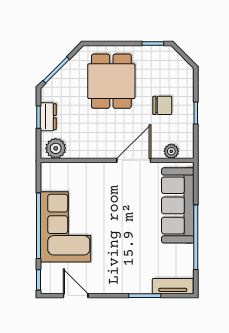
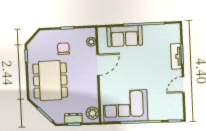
dining table: (111, 81) -> (50, 81), width x1.38
door: (134, 160) -> (98, 65), swing flipped
sofa: (178, 205) -> (125, 36), width x0.73
corner sofa: (65, 227) -> (125, 106), moved
tv unit: (173, 286) -> (176, 56), moved
door: (76, 296) -> (183, 85), moved

